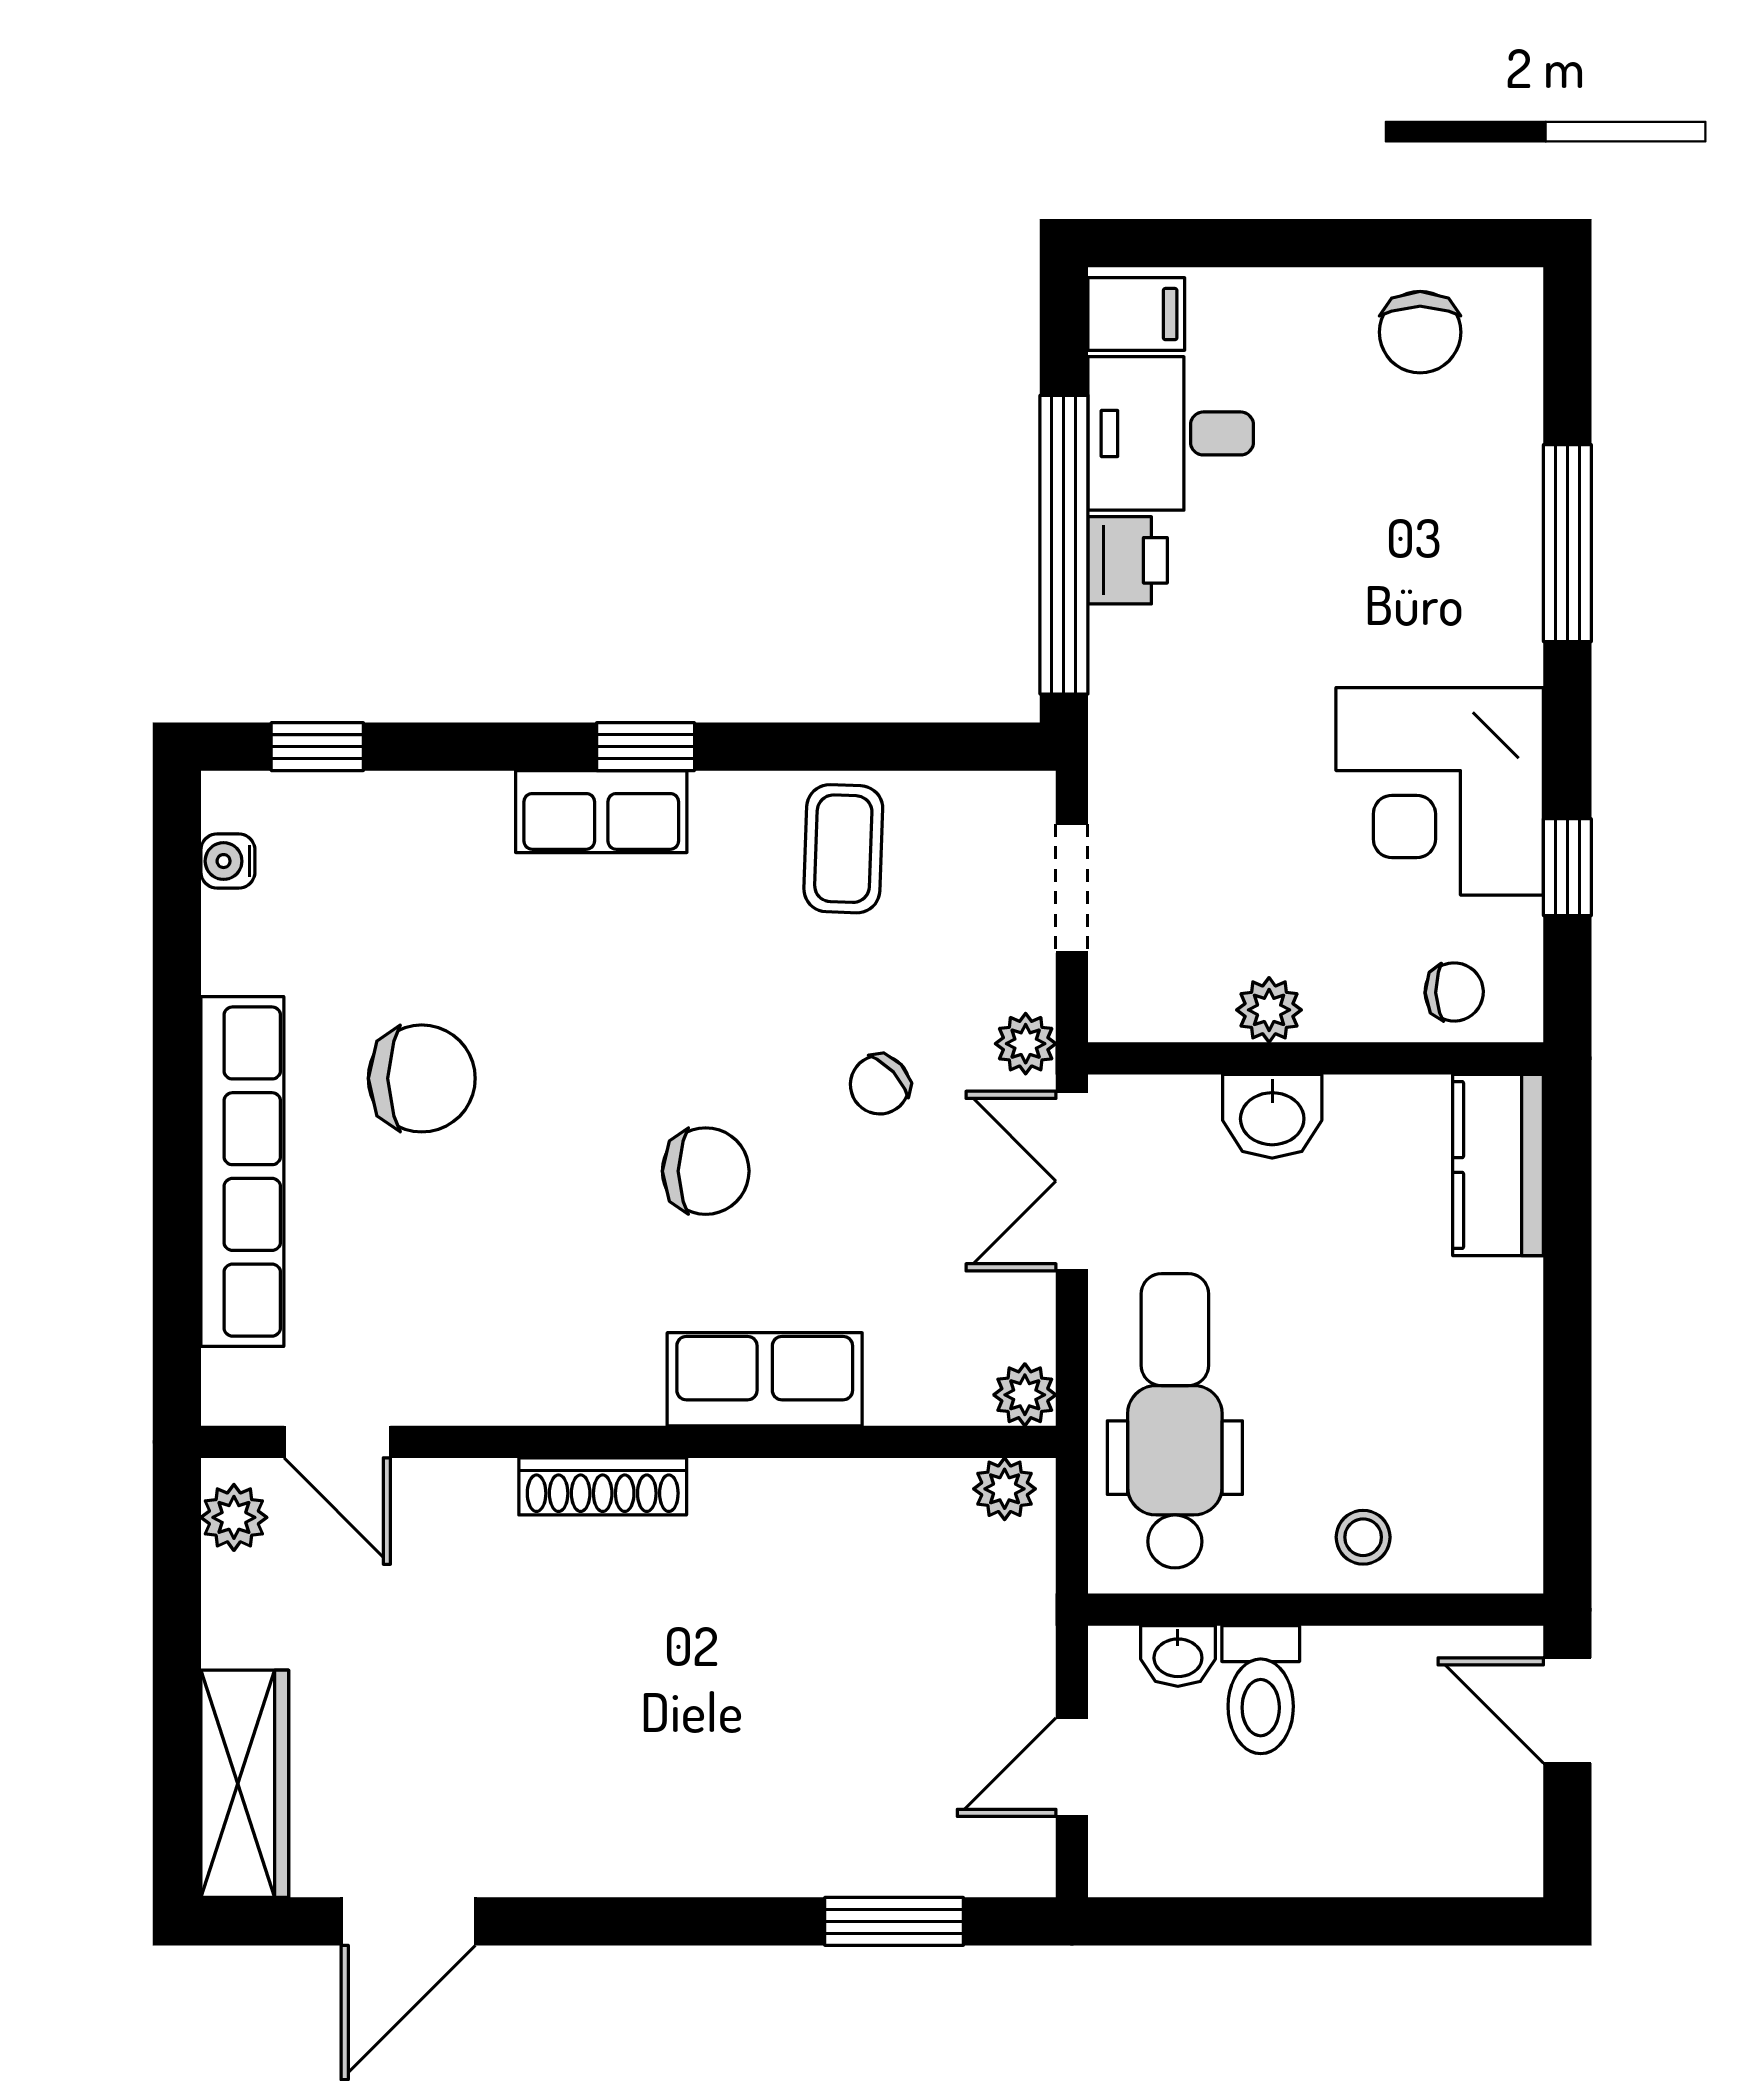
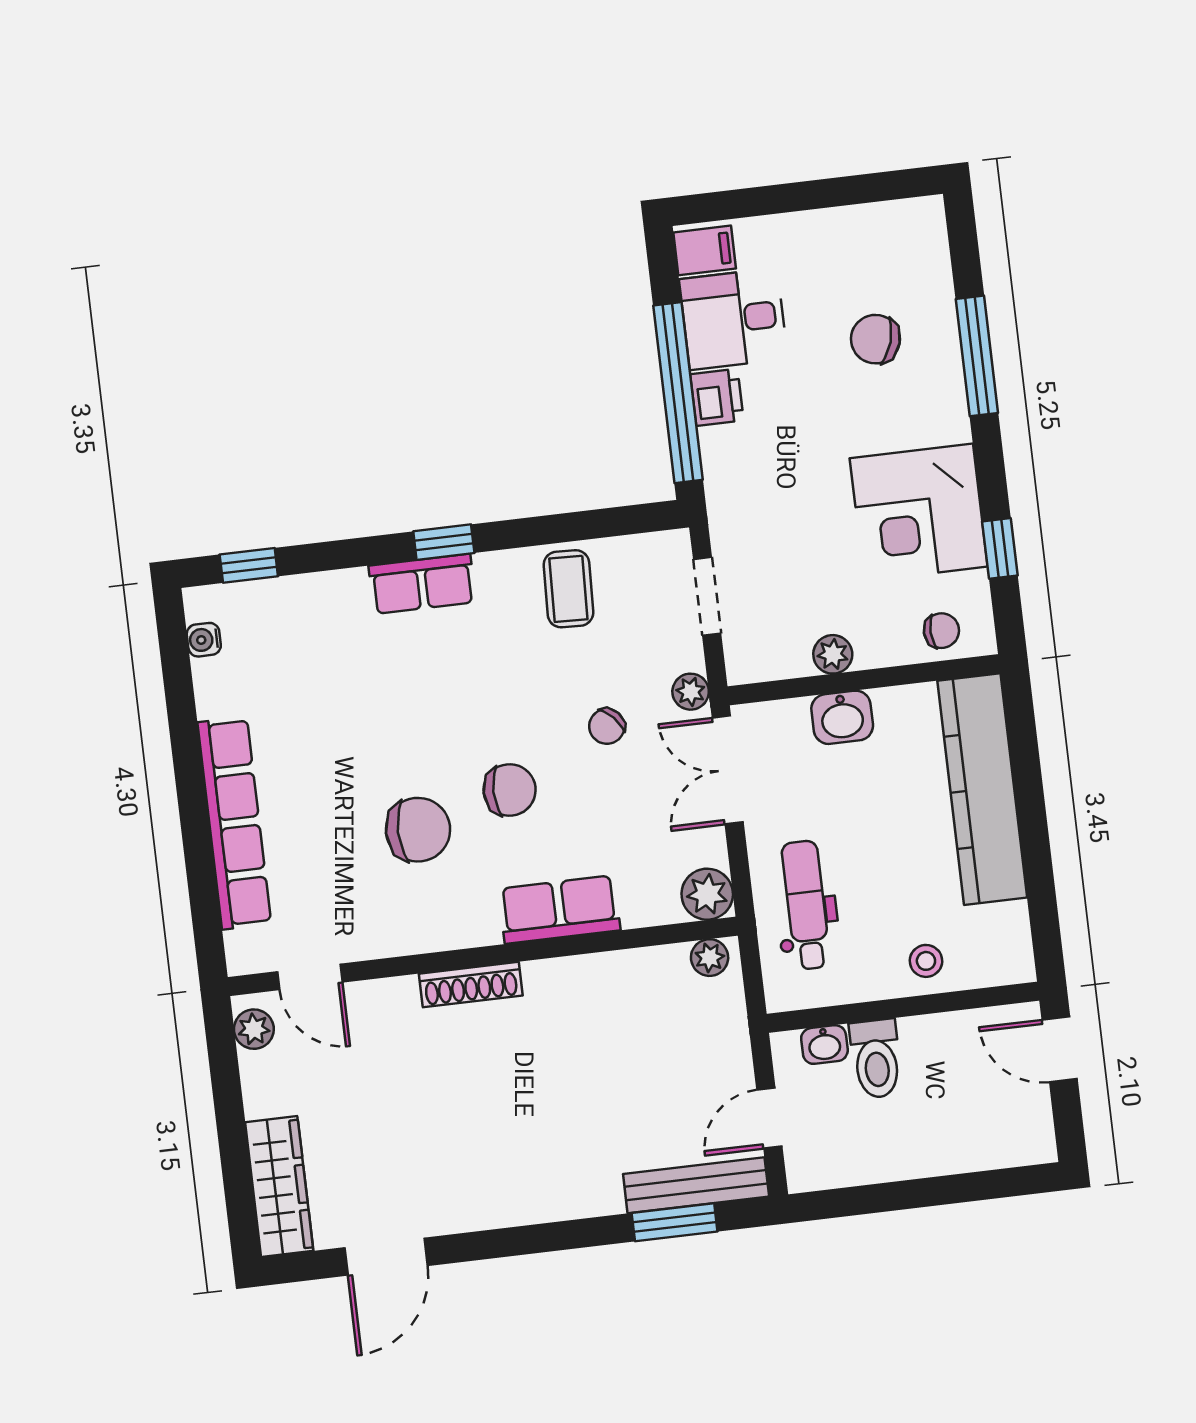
chair: (1420, 332) -> (875, 339), moved, turned 107
chair: (422, 1078) -> (418, 830), moved
kitchen counter: (1498, 1165) -> (982, 789), width x2.08, depth x1.17
plant: (1025, 1395) -> (707, 894), width x1.38, depth x1.38
dental chair: (1175, 1421) -> (806, 905), width x0.73, depth x0.72
bench: (937, 1864) -> (696, 1185), added

